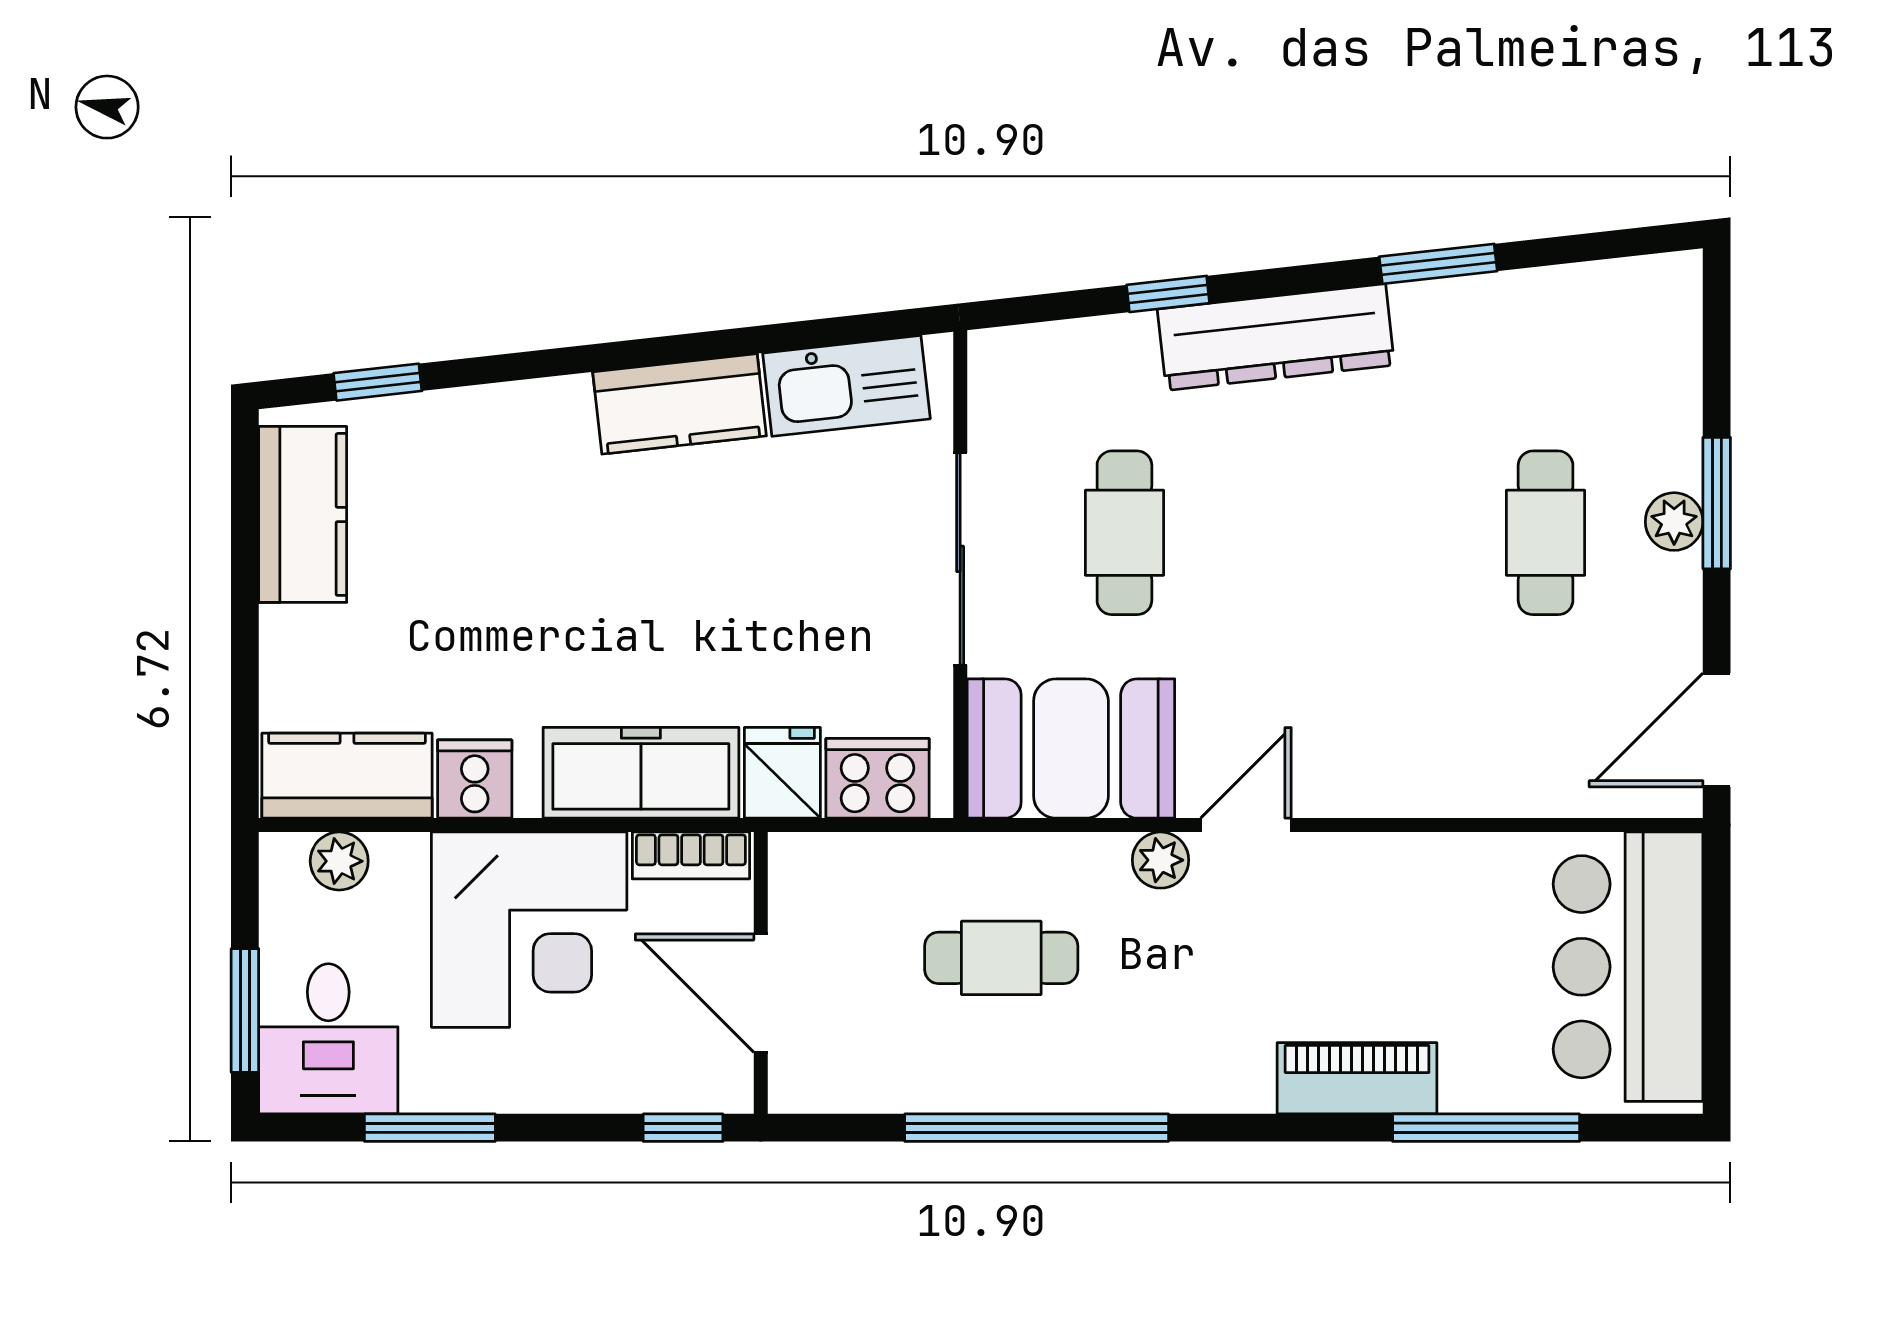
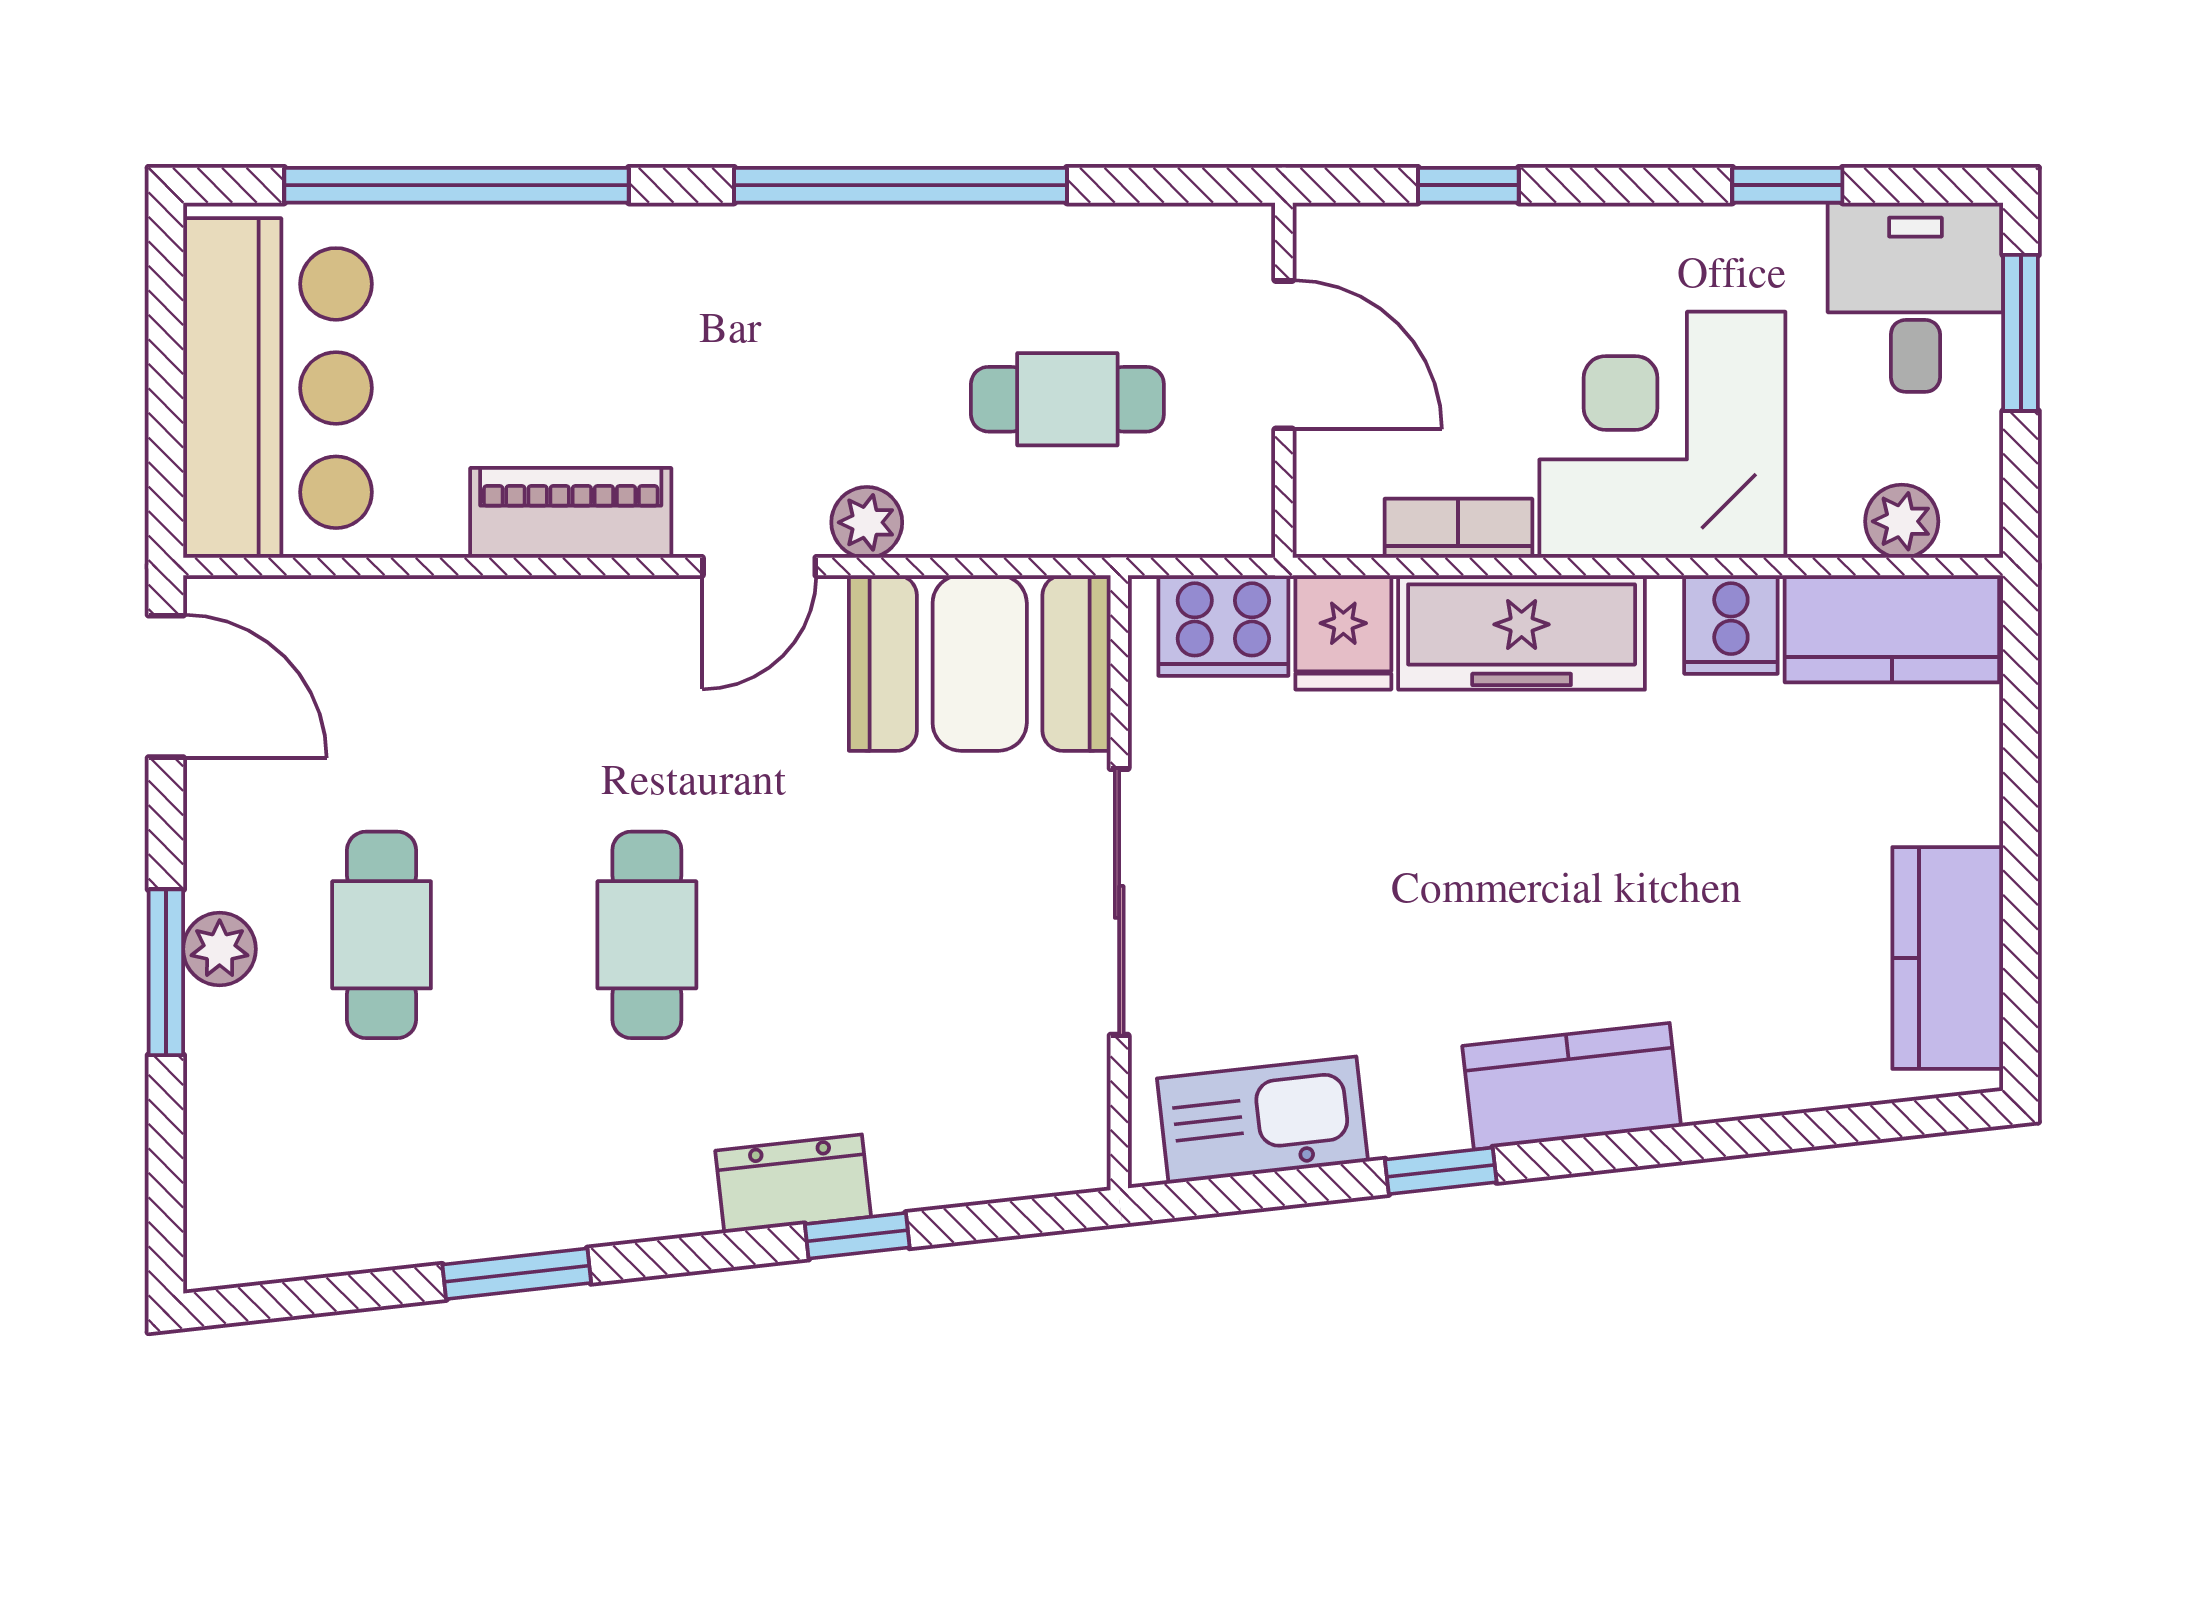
dresser: (1276, 337) -> (793, 1184), width x0.51, depth x0.80
window: (378, 382) -> (1441, 1171), moved
kitchen counter: (679, 404) -> (1572, 1086), moved
cafe table: (1124, 533) -> (647, 935), moved
door: (1717, 730) -> (166, 686), hinge flipped
wall: (761, 973) -> (1284, 380), moved
door: (761, 993) -> (1284, 355), moved
piano: (1357, 1078) -> (571, 513), moved, turned 180
window: (430, 1128) -> (1787, 185), width x0.67
window: (1037, 1128) -> (900, 185), moved
window: (1486, 1128) -> (457, 185), width x1.46

